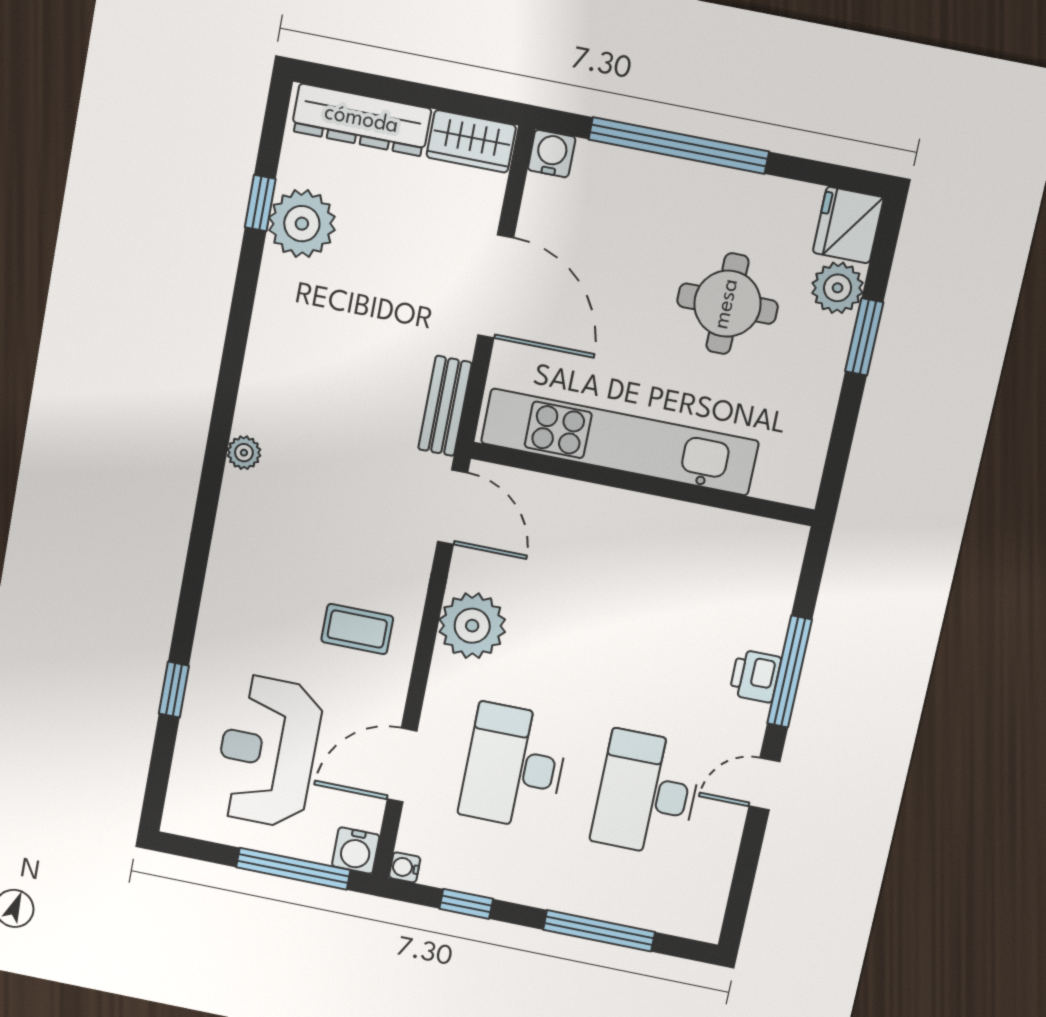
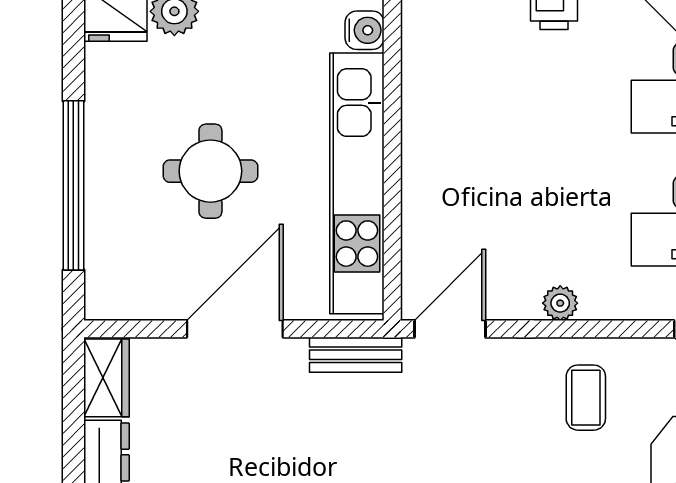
water cooler: (552, 154) -> (365, 30), moved, turned 180
round table: (727, 304) -> (210, 171), moved
plant: (472, 626) -> (560, 303), width x0.53, depth x0.53

